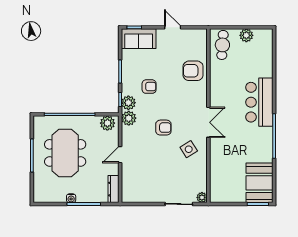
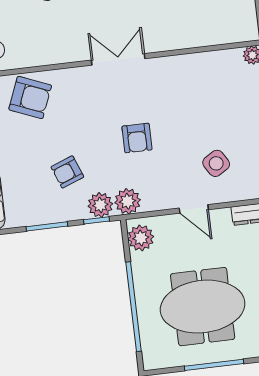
armchair: (193, 71) -> (30, 97), turned -68
armchair: (149, 87) -> (67, 172), turned -111
armchair: (163, 128) -> (137, 138), turned 180
side table: (189, 149) -> (216, 163), moved

